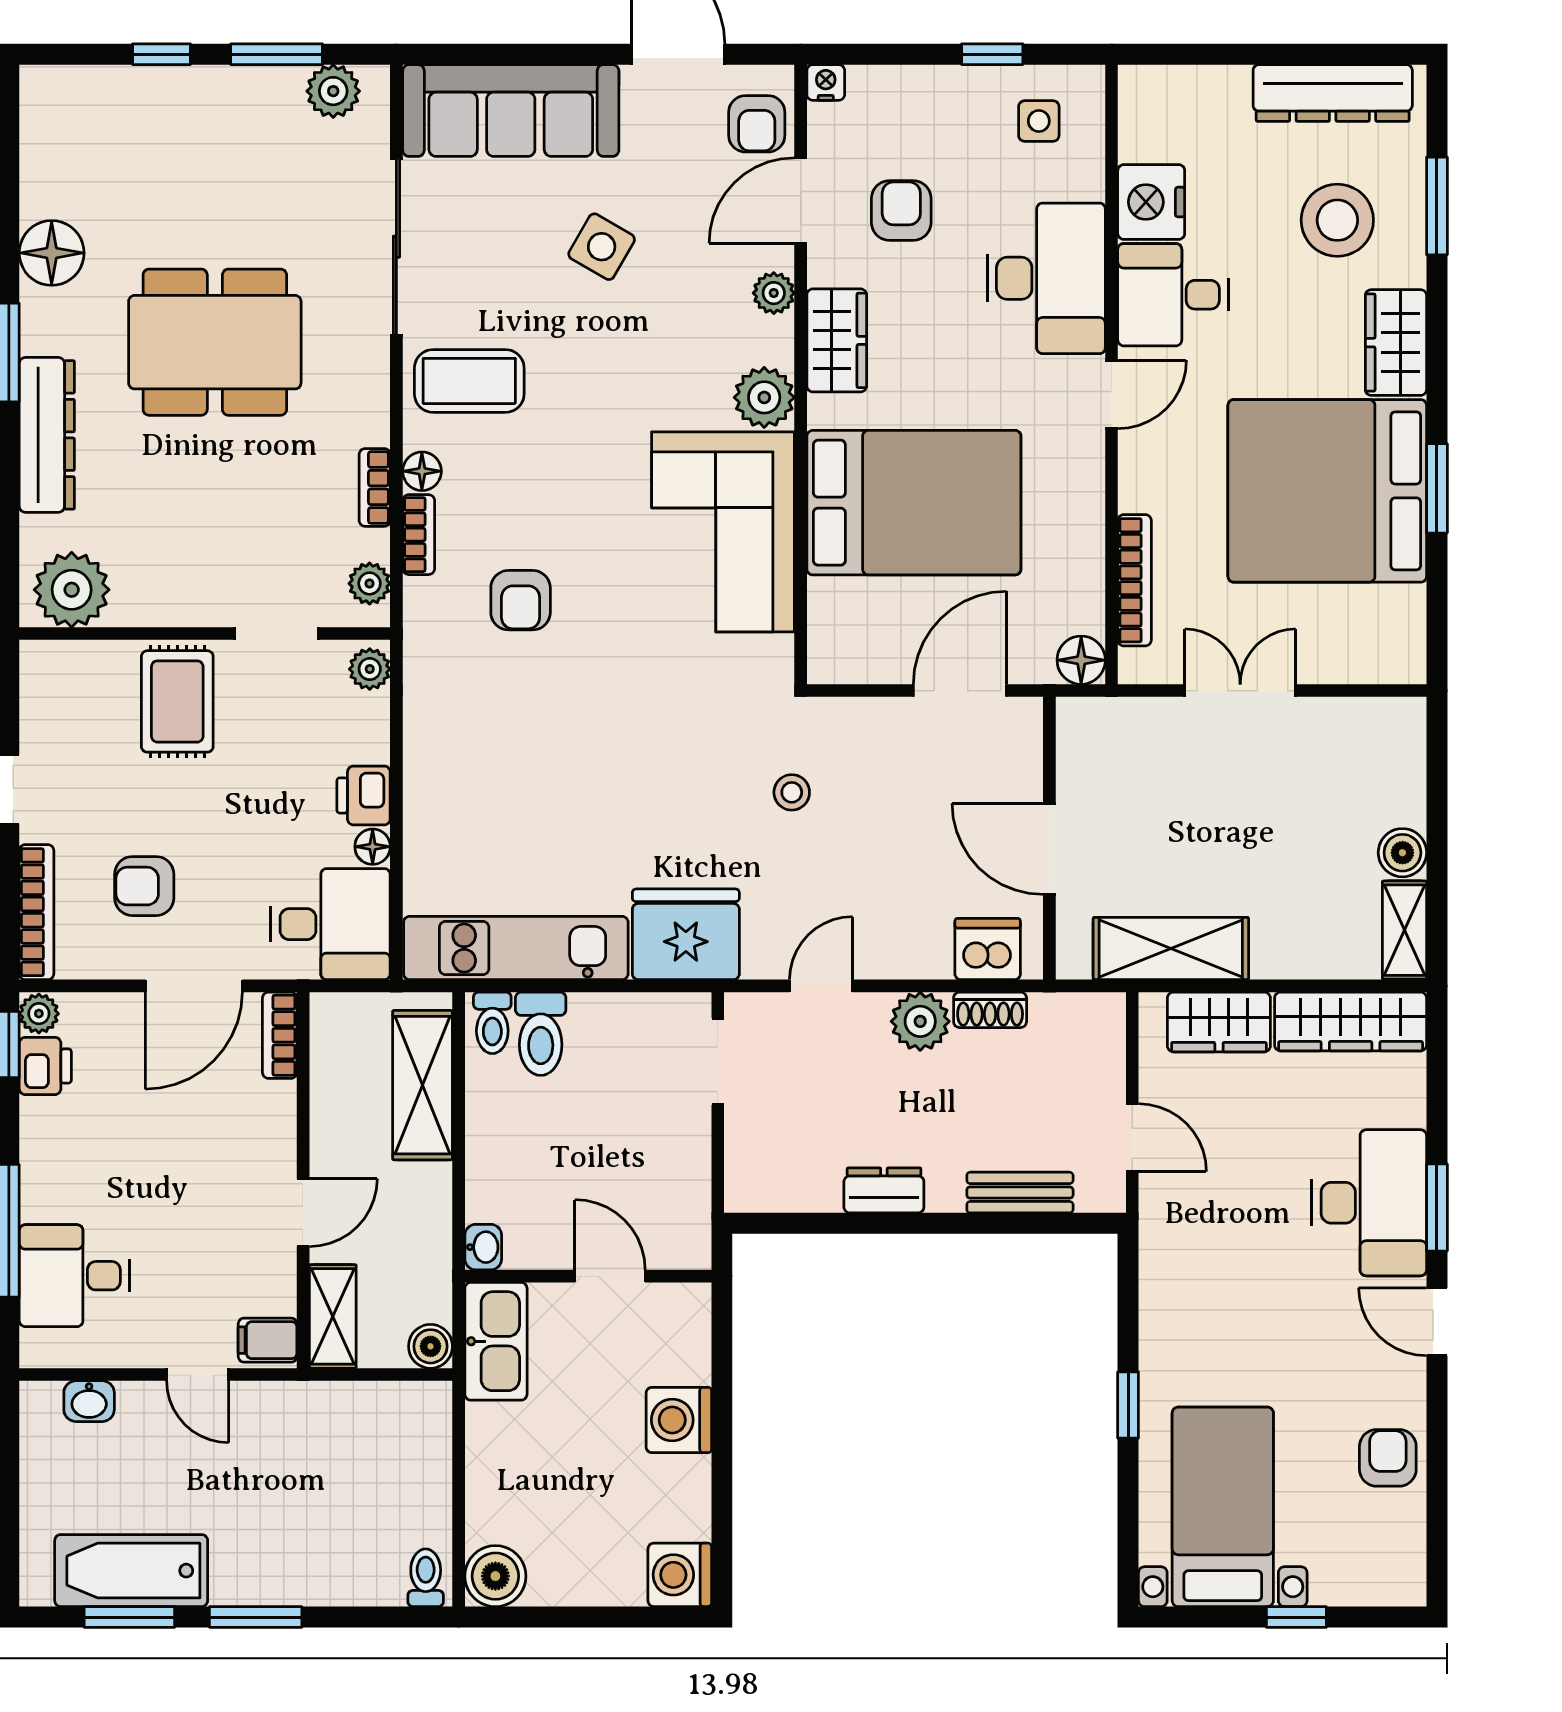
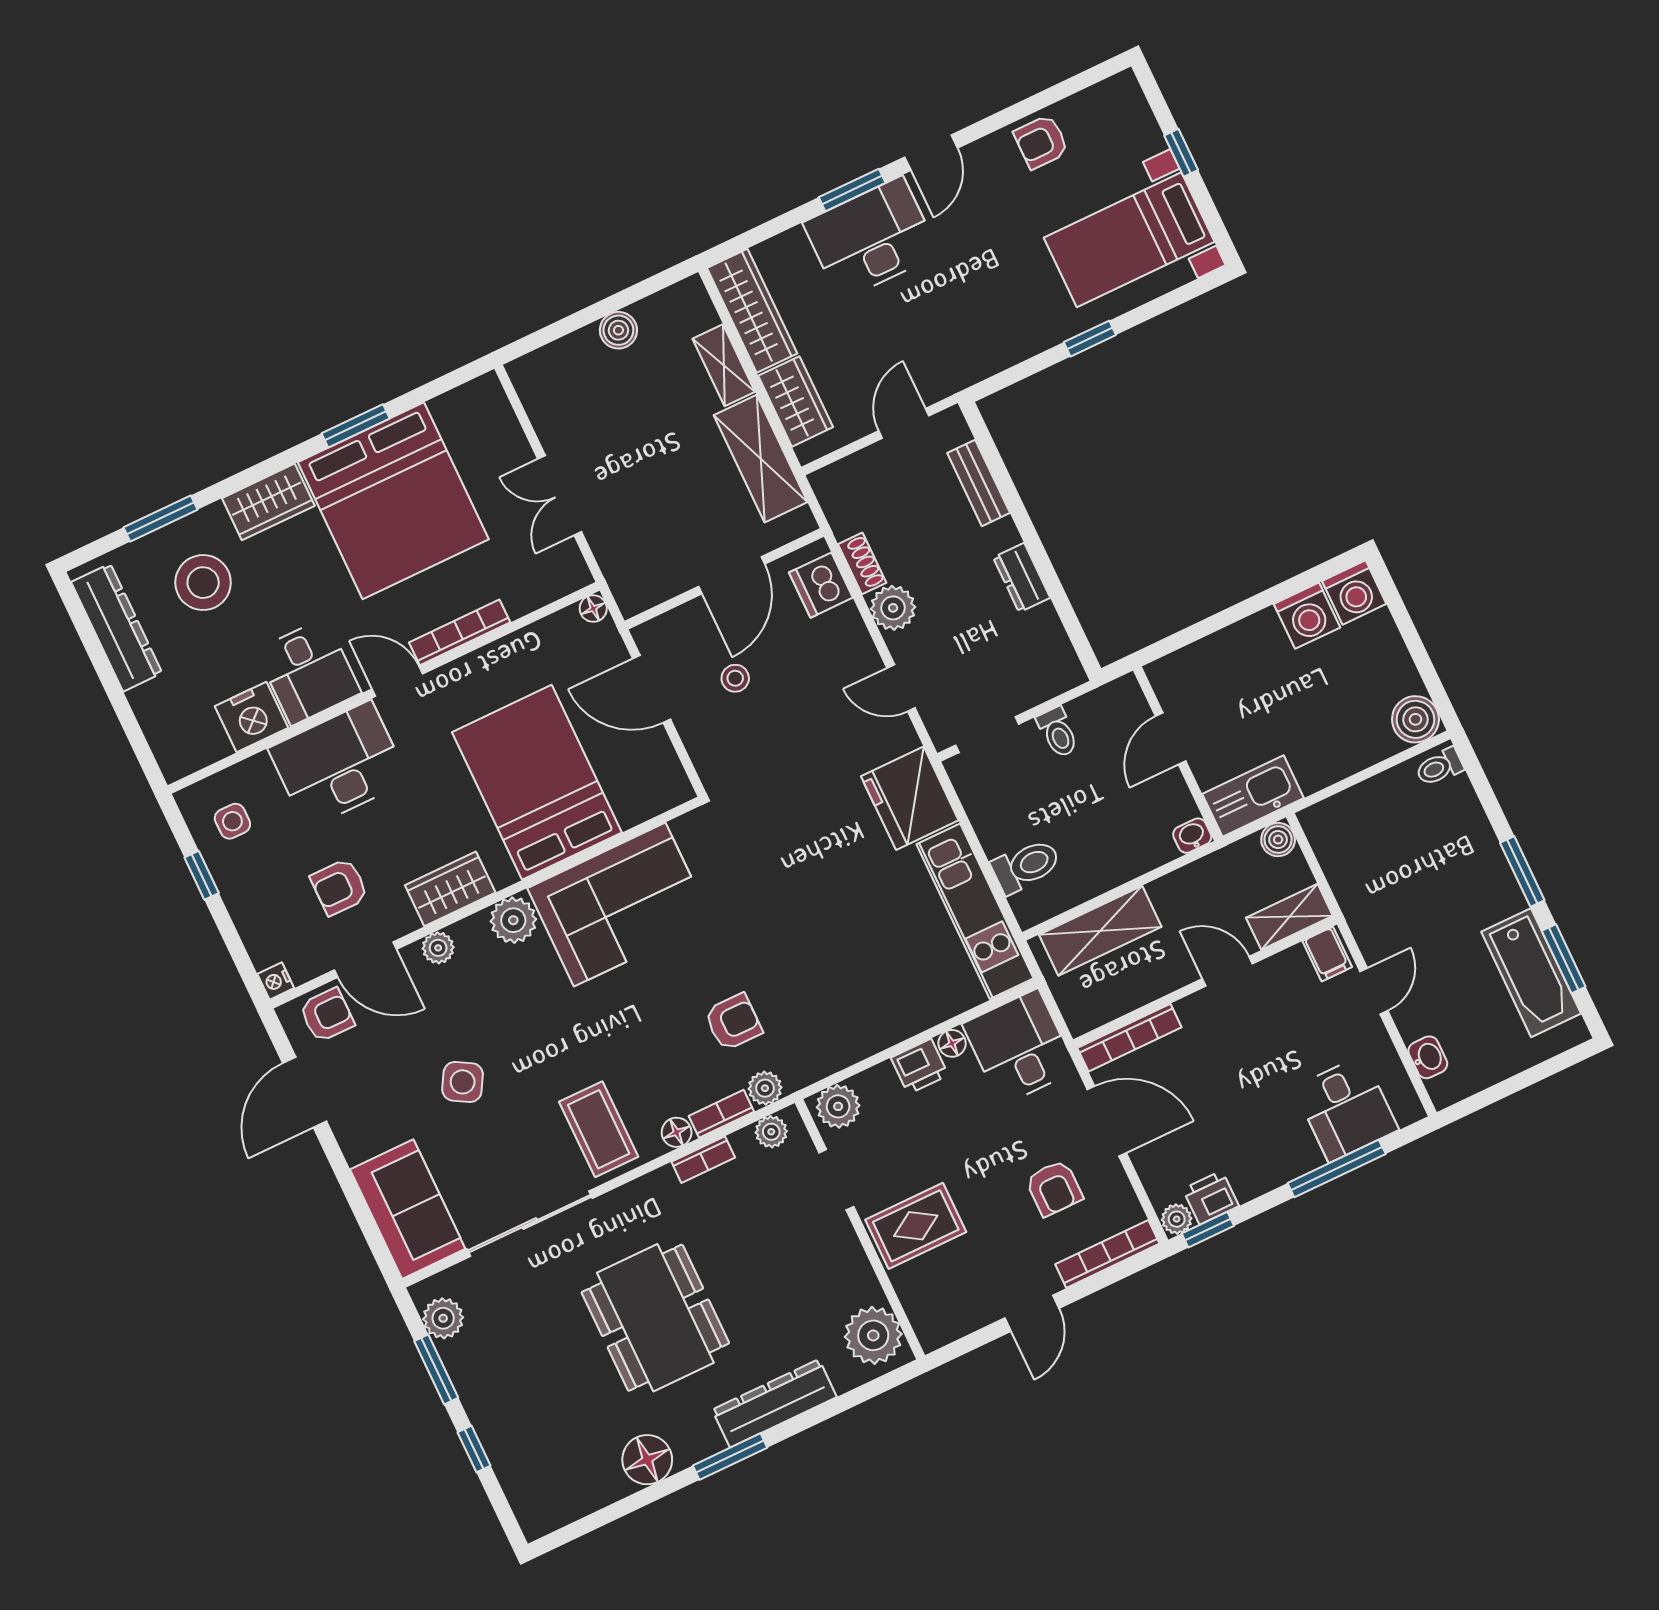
sofa: (511, 111) -> (408, 1209), width x0.73
bookcase: (1135, 580) -> (460, 632), moved
plant: (425, 601) -> (765, 1088), added
floor lamp: (1081, 660) -> (593, 609), width x0.73, depth x0.73
plant: (370, 669) -> (838, 1106), width x1.38, depth x1.38
stool: (792, 792) -> (735, 678), moved
shelving: (1404, 930) -> (724, 365), moved, turned 90
toilet: (492, 1023) -> (1058, 732), moved, turned 90
bookcase: (280, 1035) -> (1129, 1038), width x1.56
washing machine: (679, 1420) -> (1307, 616), moved

